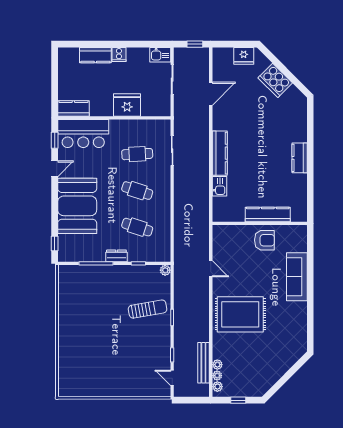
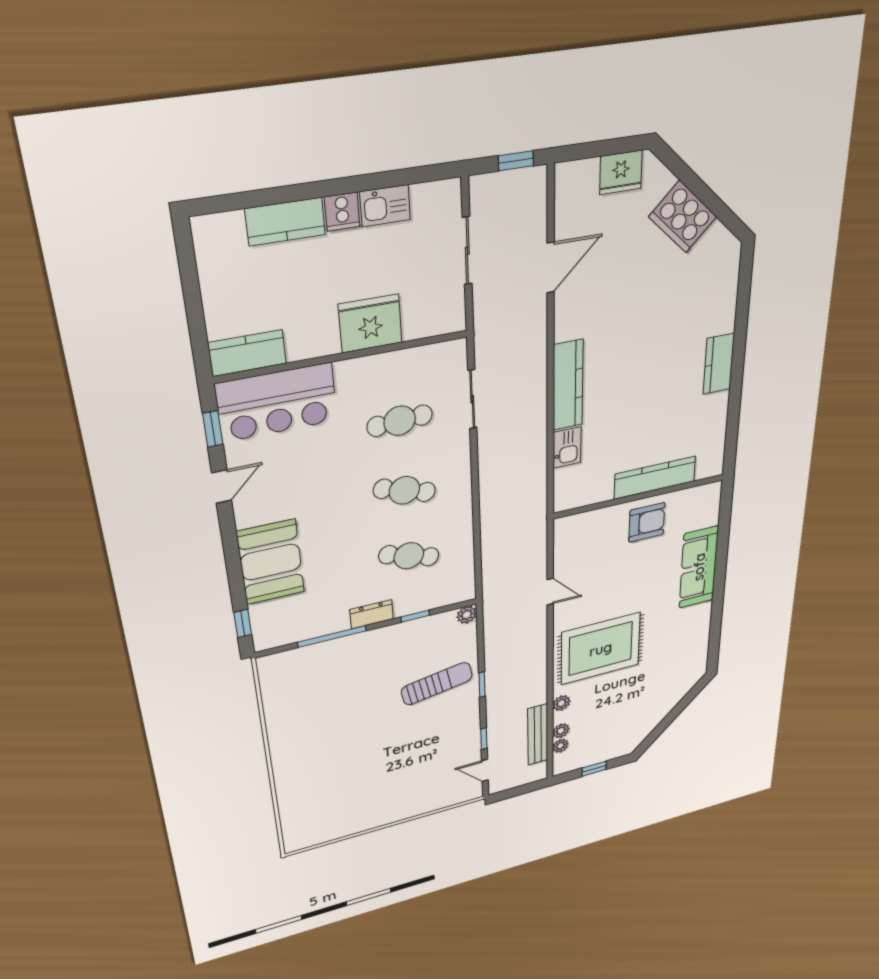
kitchen sink: (160, 55) -> (385, 206), moved
booth: (77, 206) -> (271, 562), width x0.73, depth x0.70
plant: (217, 387) -> (561, 703), moved

